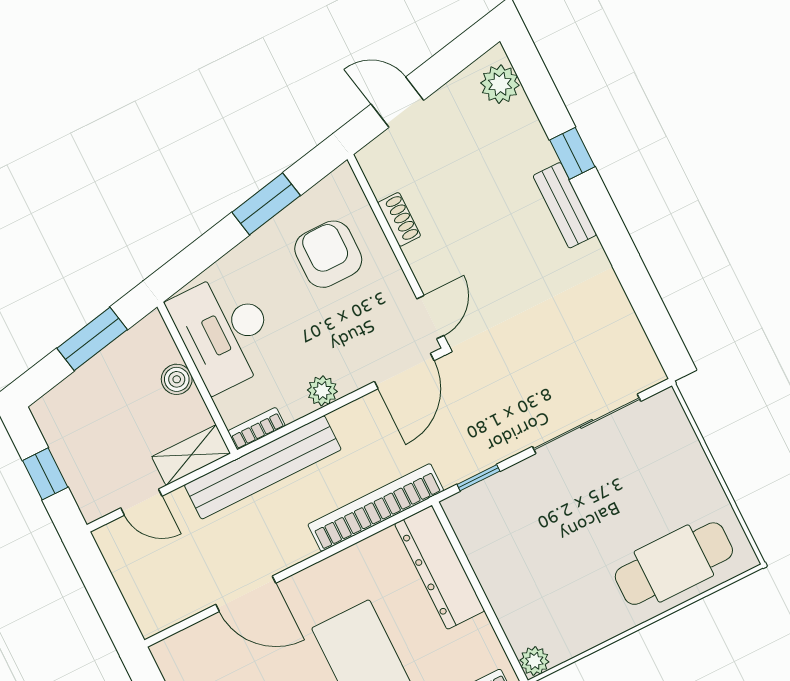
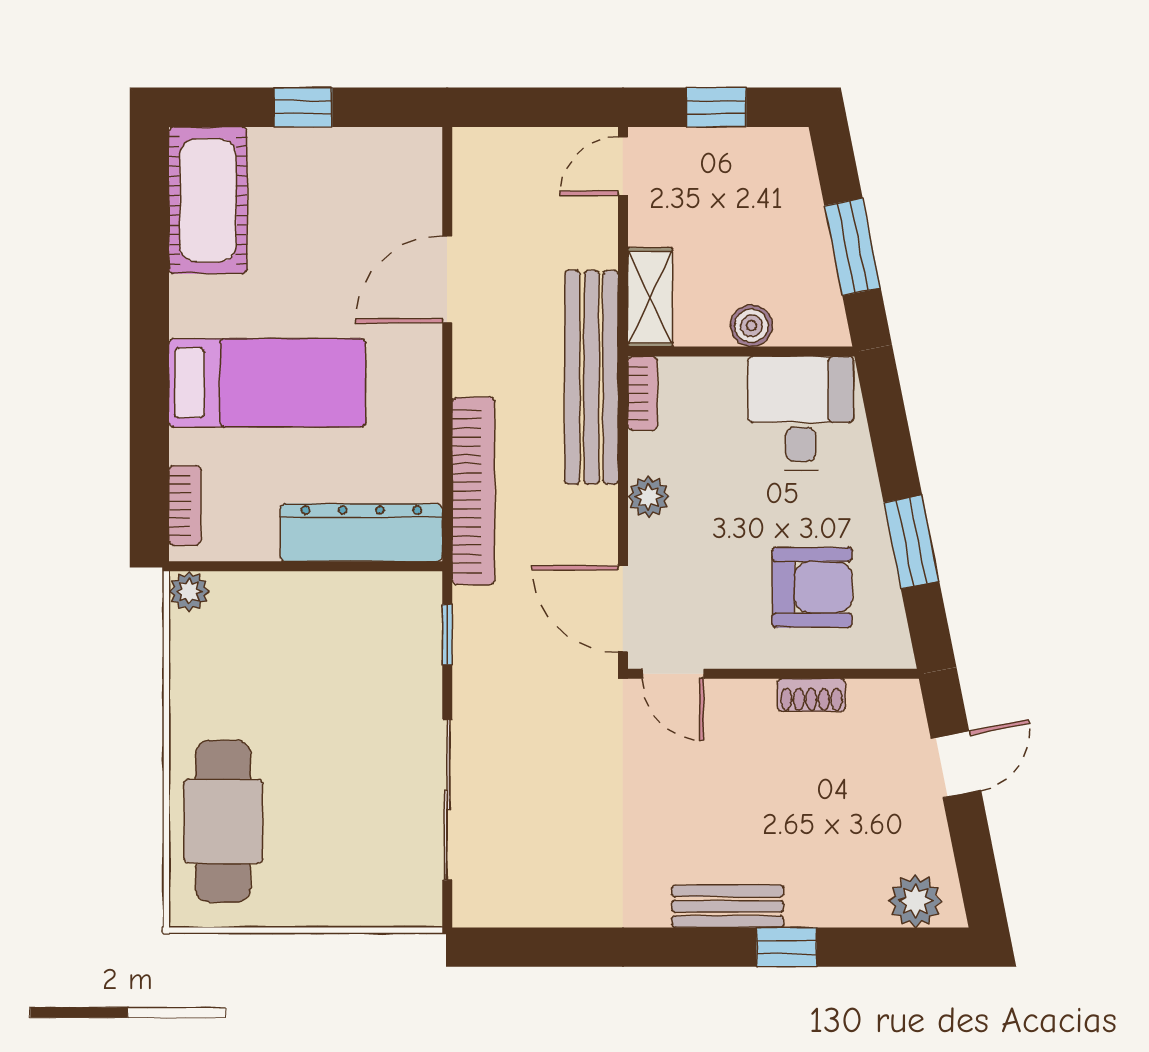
desk: (224, 331) -> (801, 413), width x0.73
door: (141, 502) -> (623, 166), moved

